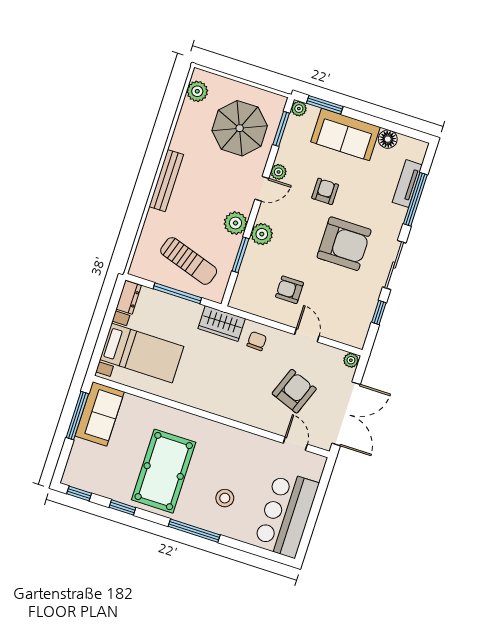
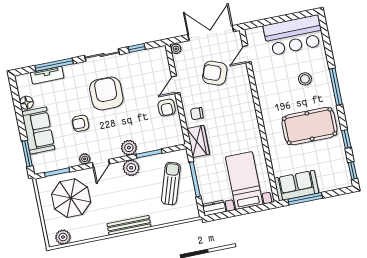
plant: (299, 109) -> (38, 168), removed
door: (262, 189) -> (101, 163), swing flipped
armchair: (289, 290) -> (167, 108), moved

